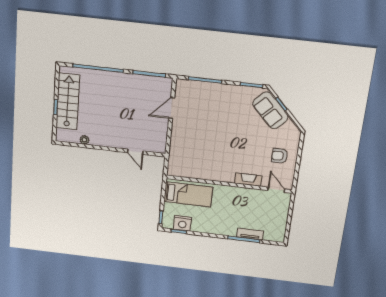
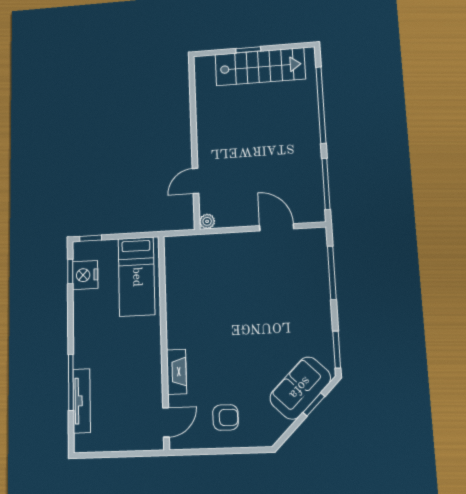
plant: (85, 140) -> (207, 221), moved
armchair: (280, 156) -> (226, 417), turned 90
tv unit: (250, 234) -> (82, 401), width x1.41

